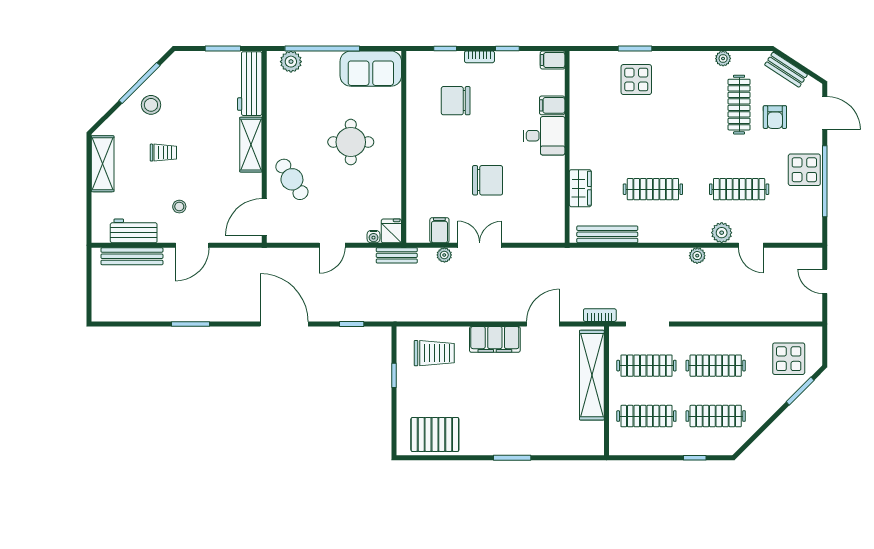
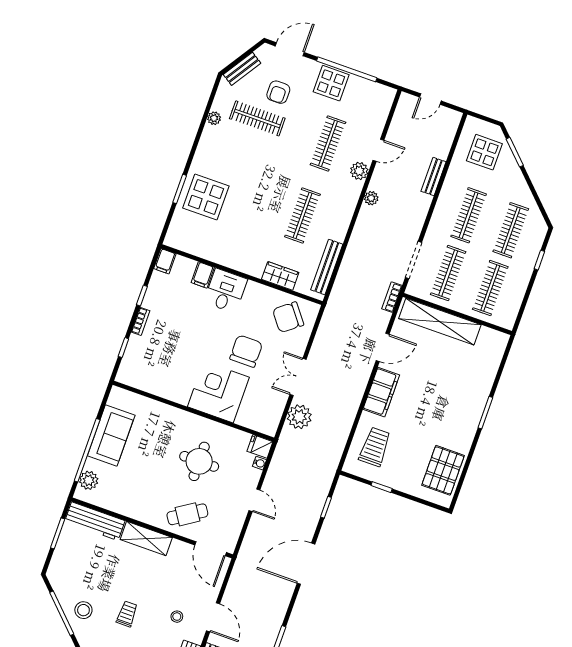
sofa: (371, 69) -> (111, 436), moved
display table: (636, 80) -> (206, 197), width x1.36, depth x1.36
chair: (456, 101) -> (288, 317), moved, turned 52
armchair: (775, 117) -> (278, 92), turned 90
round table: (351, 142) -> (199, 461), moved
corner desk: (434, 166) -> (218, 392), added
filing cabinet: (439, 230) -> (274, 406), removed
bench: (397, 255) -> (434, 176), moved
plant: (444, 255) -> (299, 417), width x1.87, depth x1.87
door: (543, 324) -> (383, 347), swing flipped

